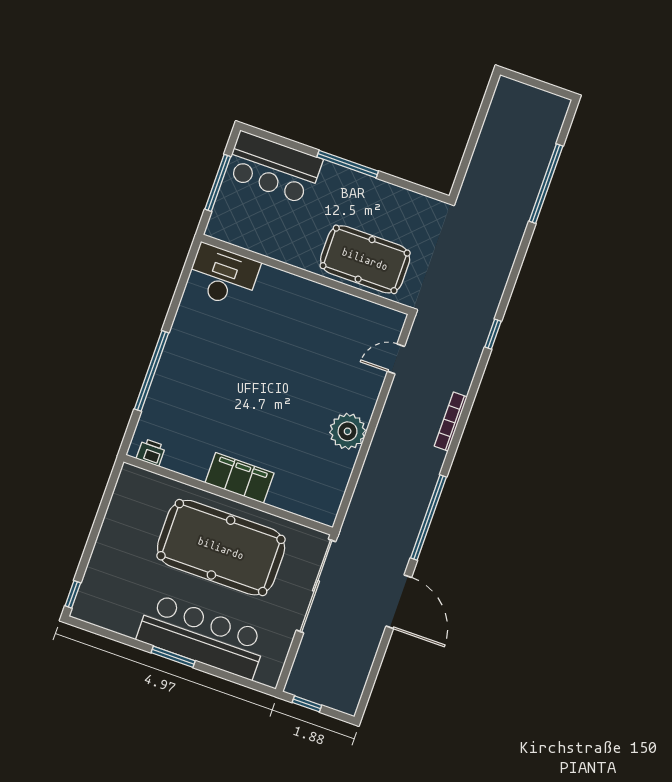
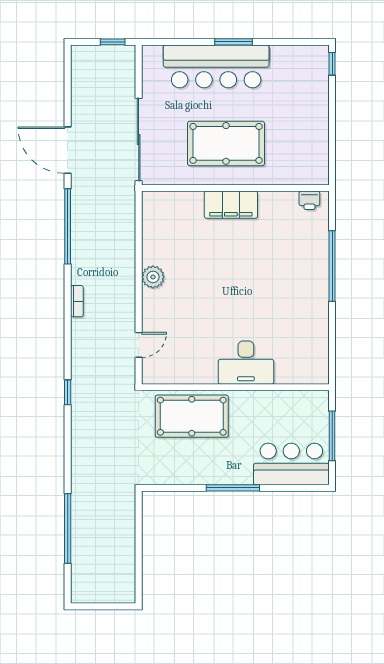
desk: (223, 276) -> (246, 363), moved
bookcase: (451, 421) -> (77, 301), width x0.64
plant: (348, 431) -> (153, 277), width x0.73, depth x0.73
pool table: (221, 548) -> (226, 143), width x0.73, depth x0.76

